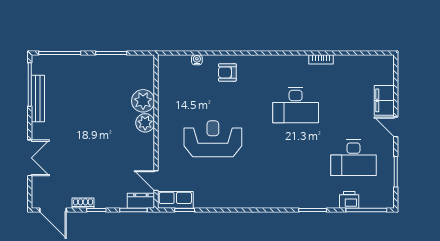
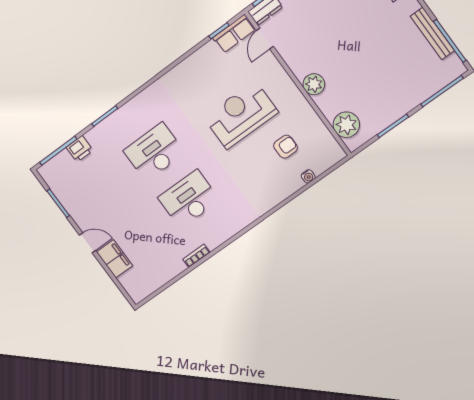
armchair: (227, 72) -> (286, 147), moved
plant: (143, 101) -> (346, 125), moved
reception desk: (213, 139) -> (241, 115), turned 180
desk: (353, 158) -> (154, 152), moved
door: (156, 181) -> (265, 38), swing flipped

